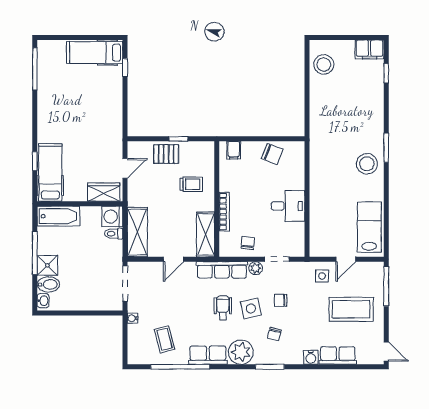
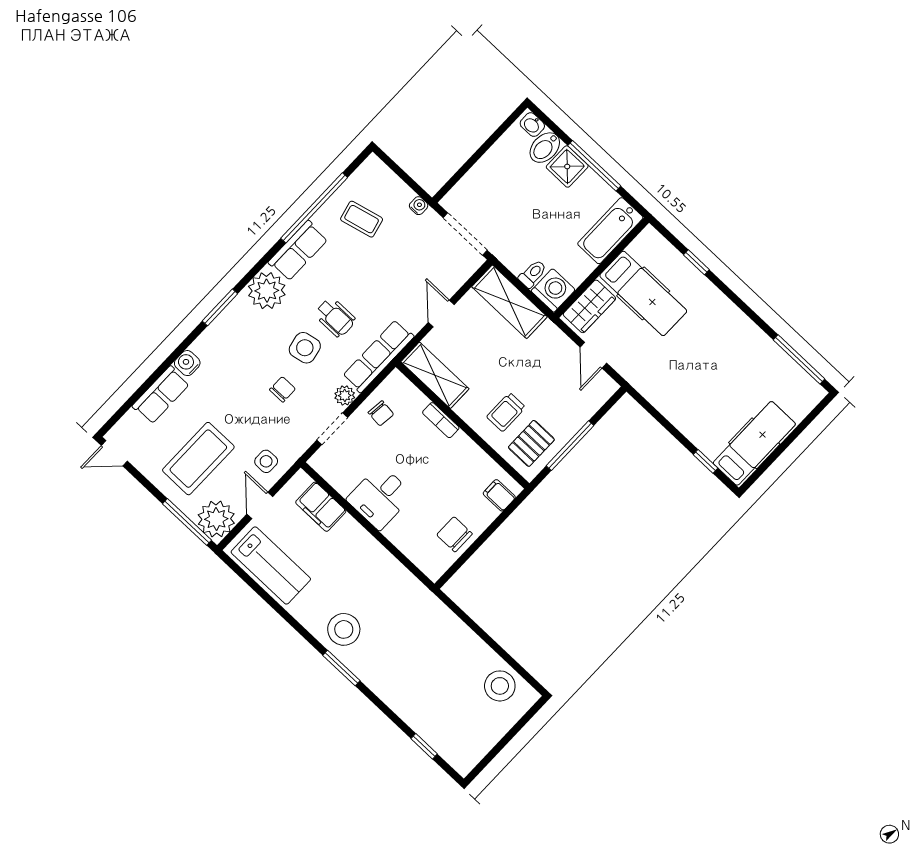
filing cabinet: (370, 49) -> (321, 507), moved, turned -90
window: (178, 139) -> (570, 446), width x2.17
pallet: (166, 154) -> (531, 443), moved
chair: (272, 154) -> (454, 534), turned 69
hospital bed: (50, 172) -> (643, 293), moved
bookcase: (224, 212) -> (441, 420), width x0.64
plant: (372, 274) -> (216, 519), added
chair: (274, 334) -> (252, 347), removed

